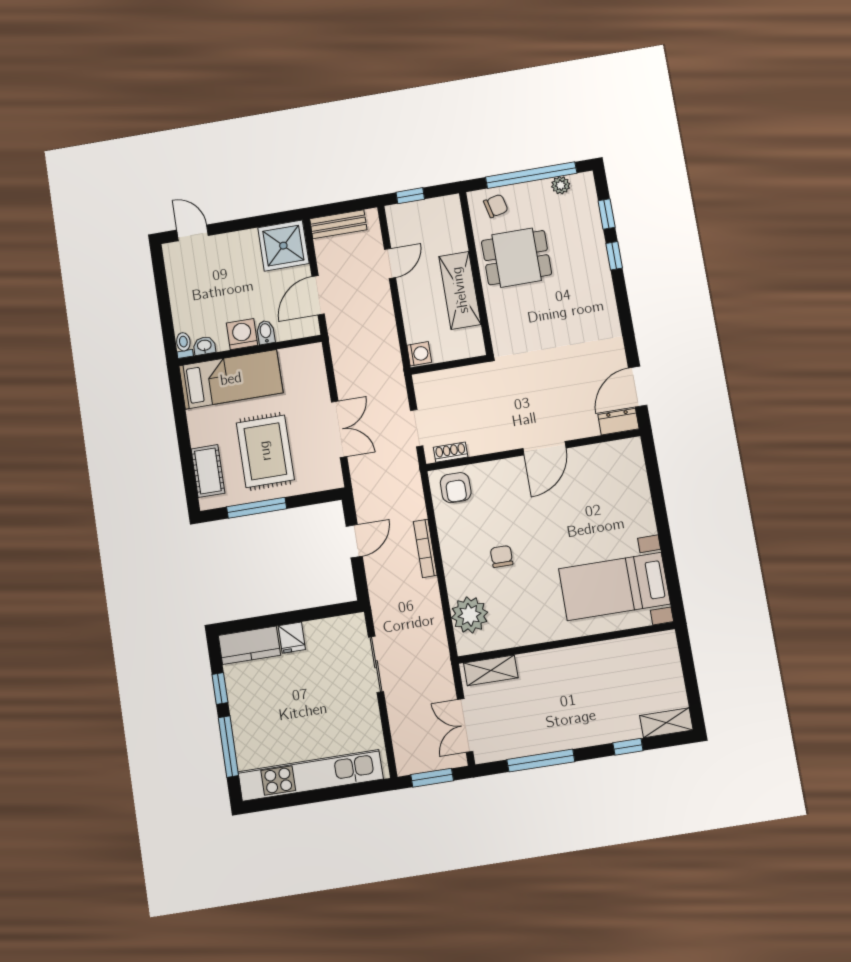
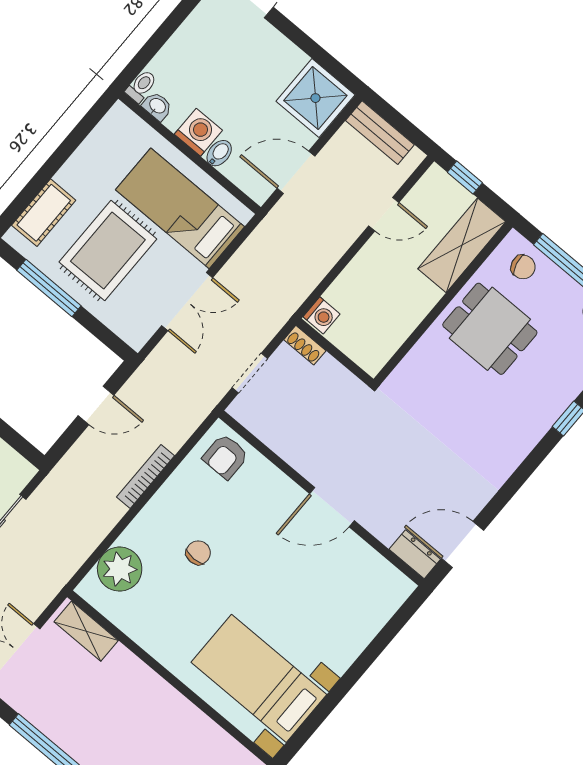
shelving: (460, 290) -> (462, 245), moved
bed: (231, 379) -> (180, 208), moved, turned 180
shoe rack: (451, 452) -> (305, 345), moved, turned 180

